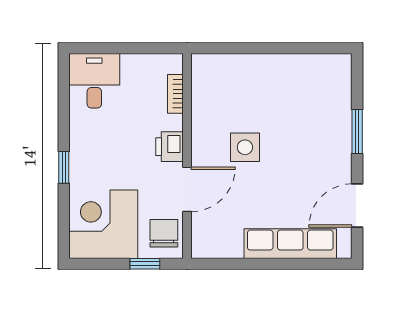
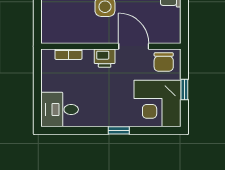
chair: (164, 233) -> (164, 62), turned -90
window: (145, 264) -> (184, 89), moved

